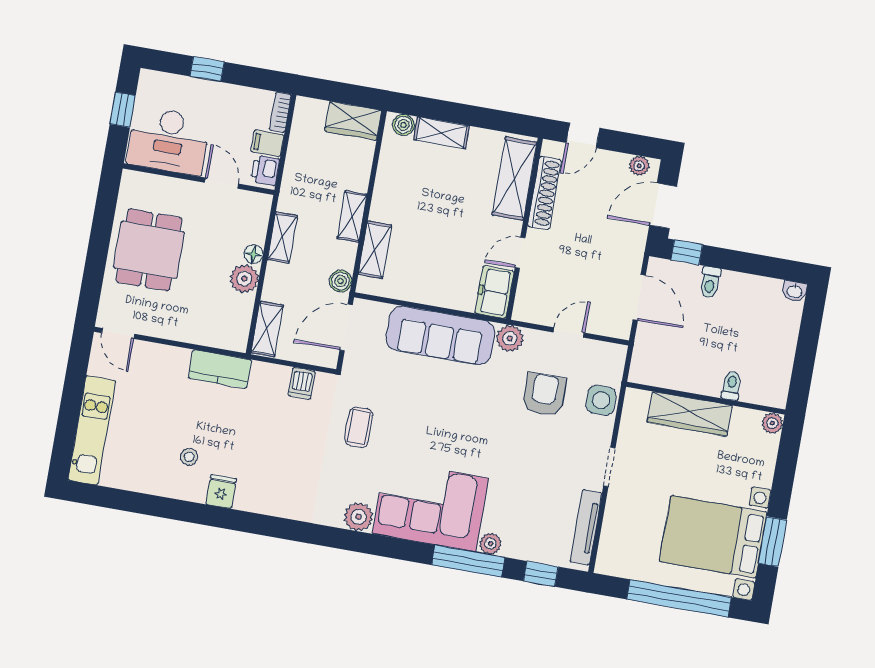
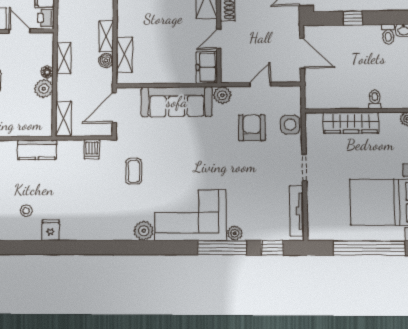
window: (687, 252) -> (353, 18), moved
boiler: (341, 281) -> (106, 60), moved
toilet: (710, 282) -> (388, 34), moved

